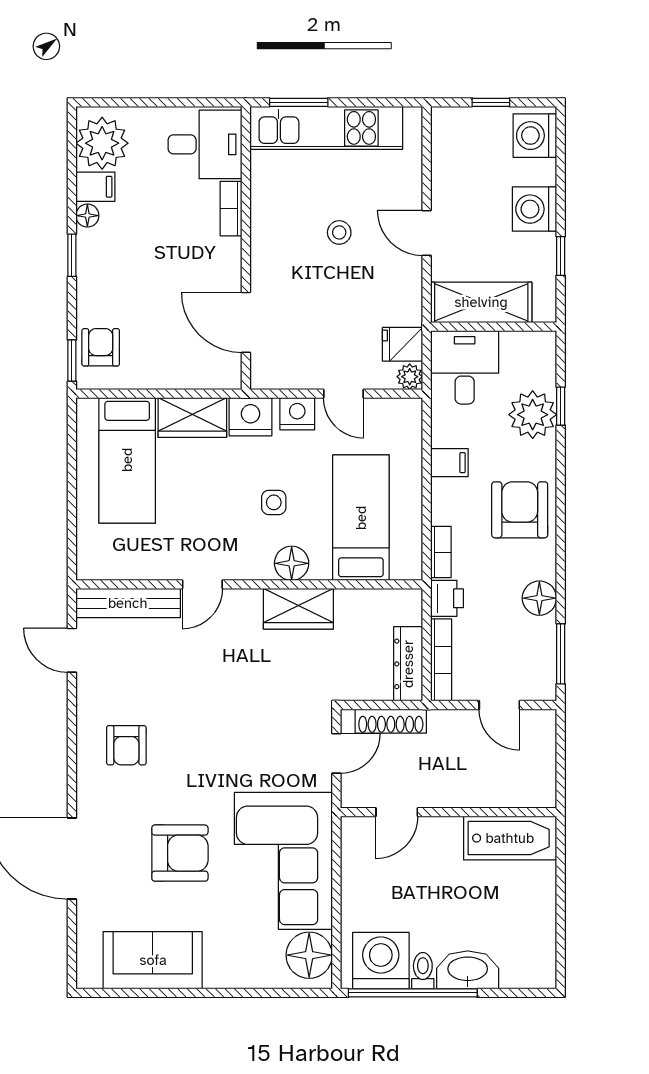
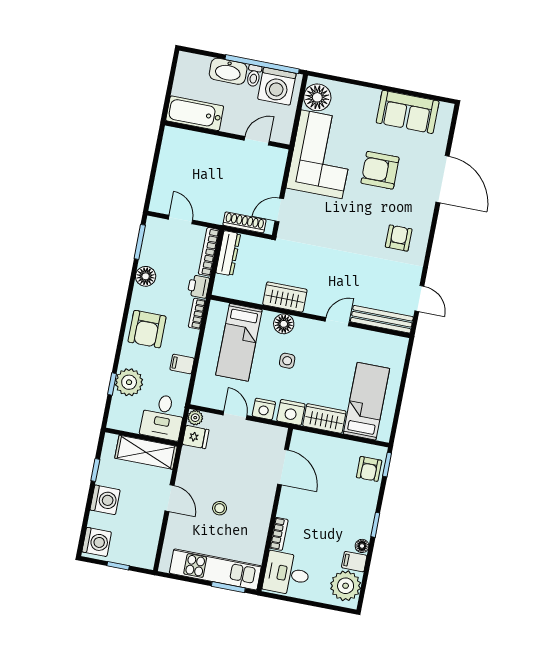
door: (397, 812) -> (257, 141), moved
wall: (448, 812) -> (227, 135), moved
bathtub: (510, 838) -> (195, 113), moved

